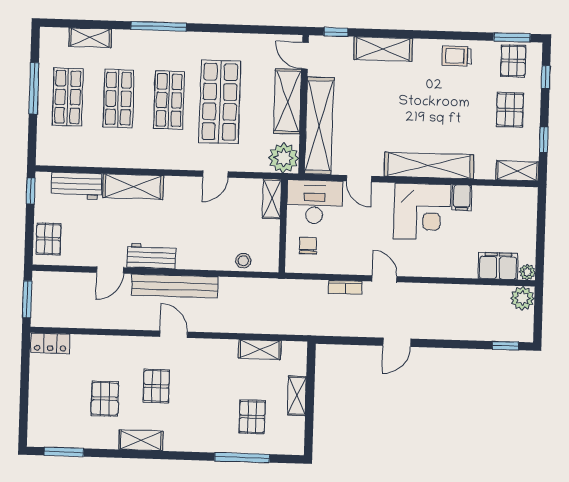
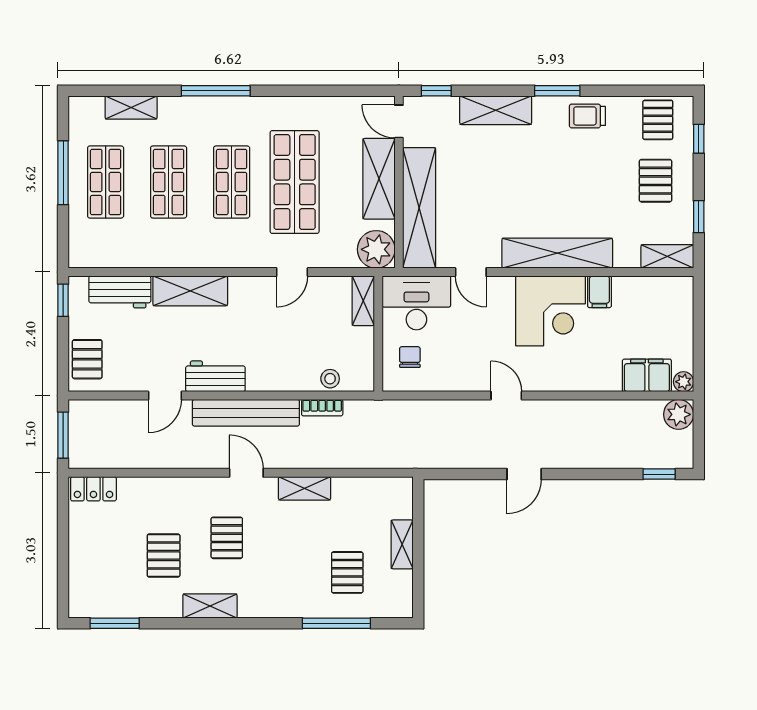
window: (512, 37) -> (557, 91), moved
bookcase: (345, 287) -> (322, 408), moved
shelving: (260, 349) -> (305, 488), moved

